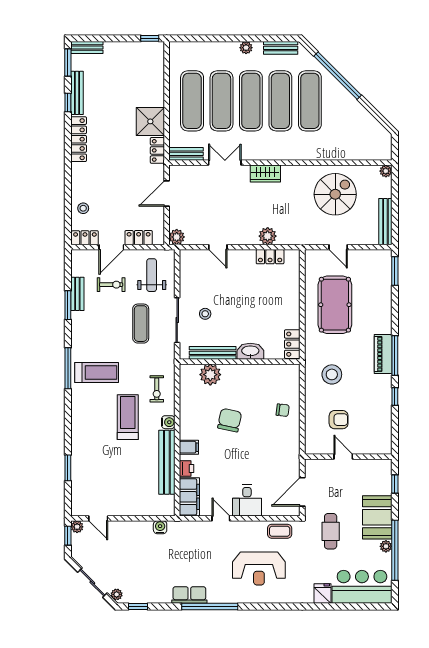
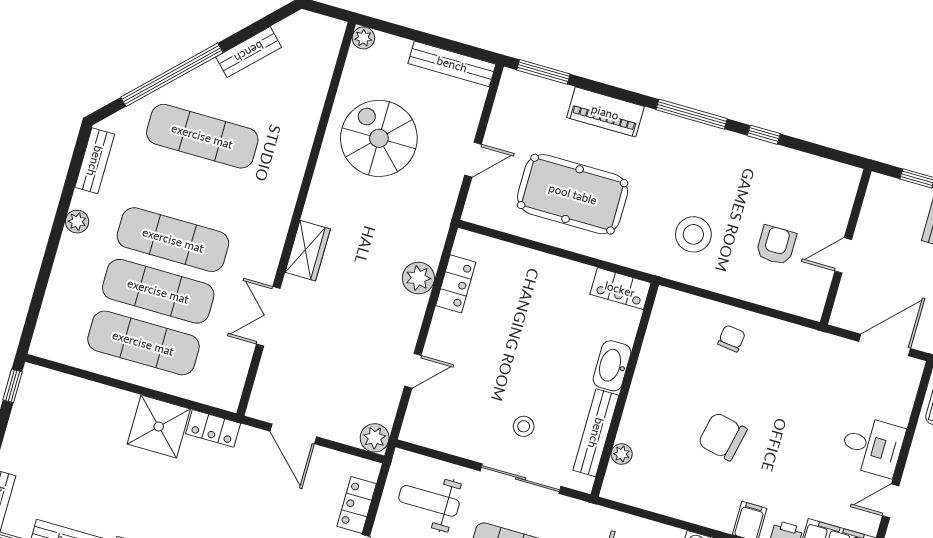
exercise mat: (280, 101) -> (188, 188), removed
bench: (186, 154) -> (249, 52), moved, turned 45
piano: (383, 354) -> (605, 112), moved
plant: (210, 375) -> (622, 454), width x0.53, depth x0.53
door: (302, 492) -> (885, 345), swing flipped

